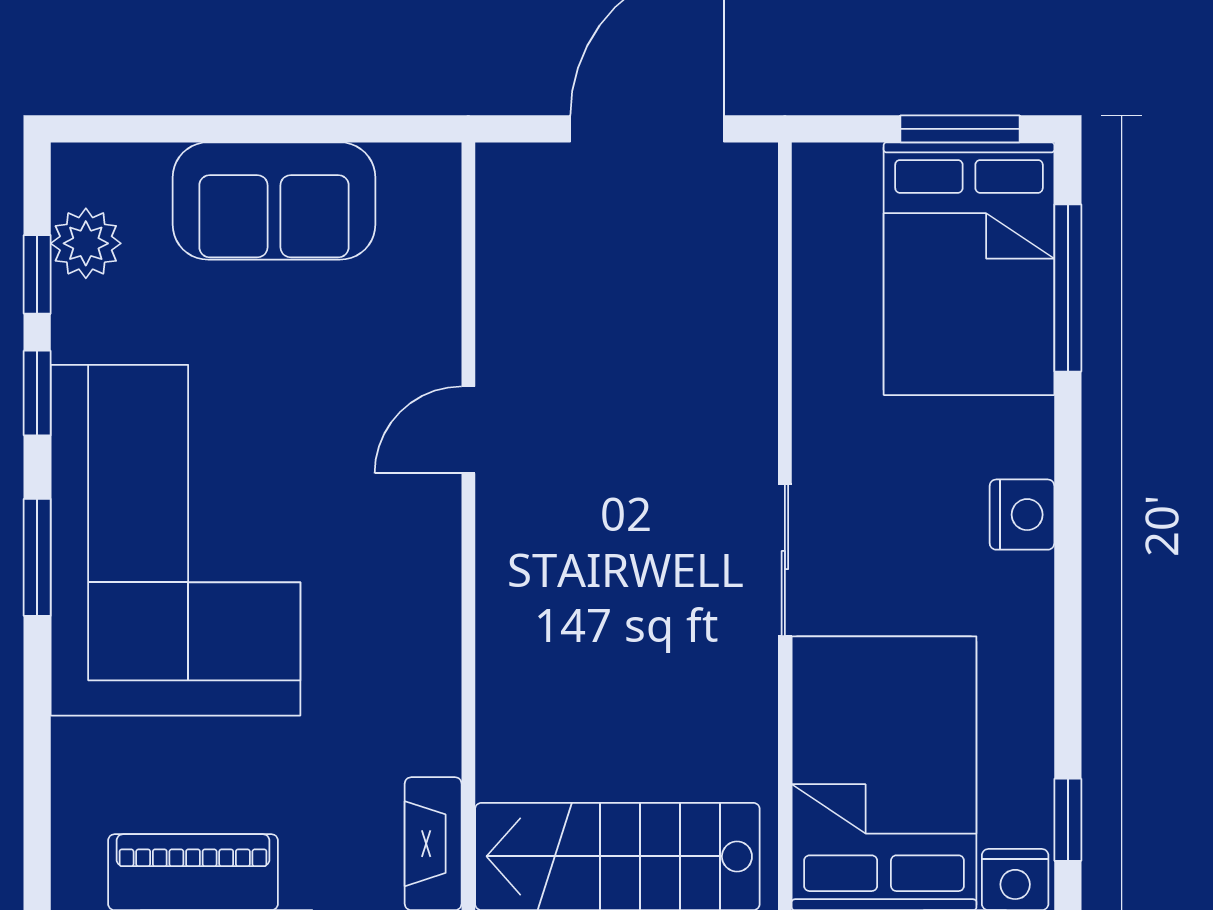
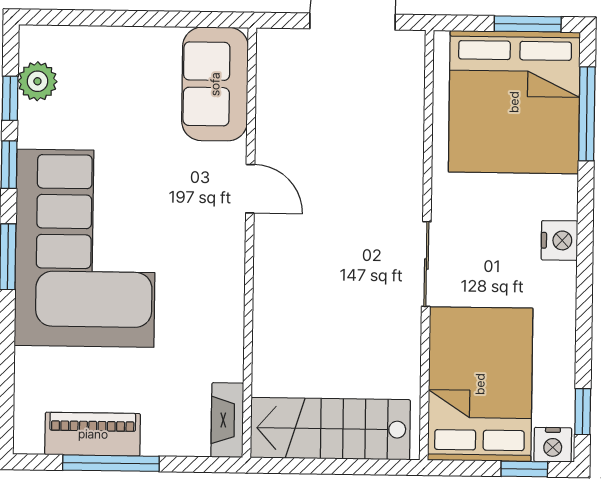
sofa: (274, 201) -> (215, 84), moved, turned 90
bed: (969, 269) -> (514, 102), width x1.36
door: (468, 430) -> (250, 189), swing flipped

